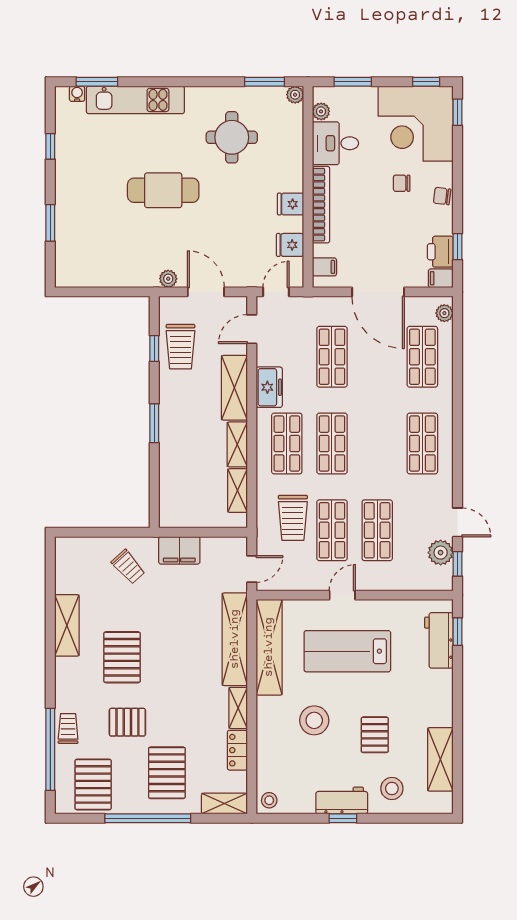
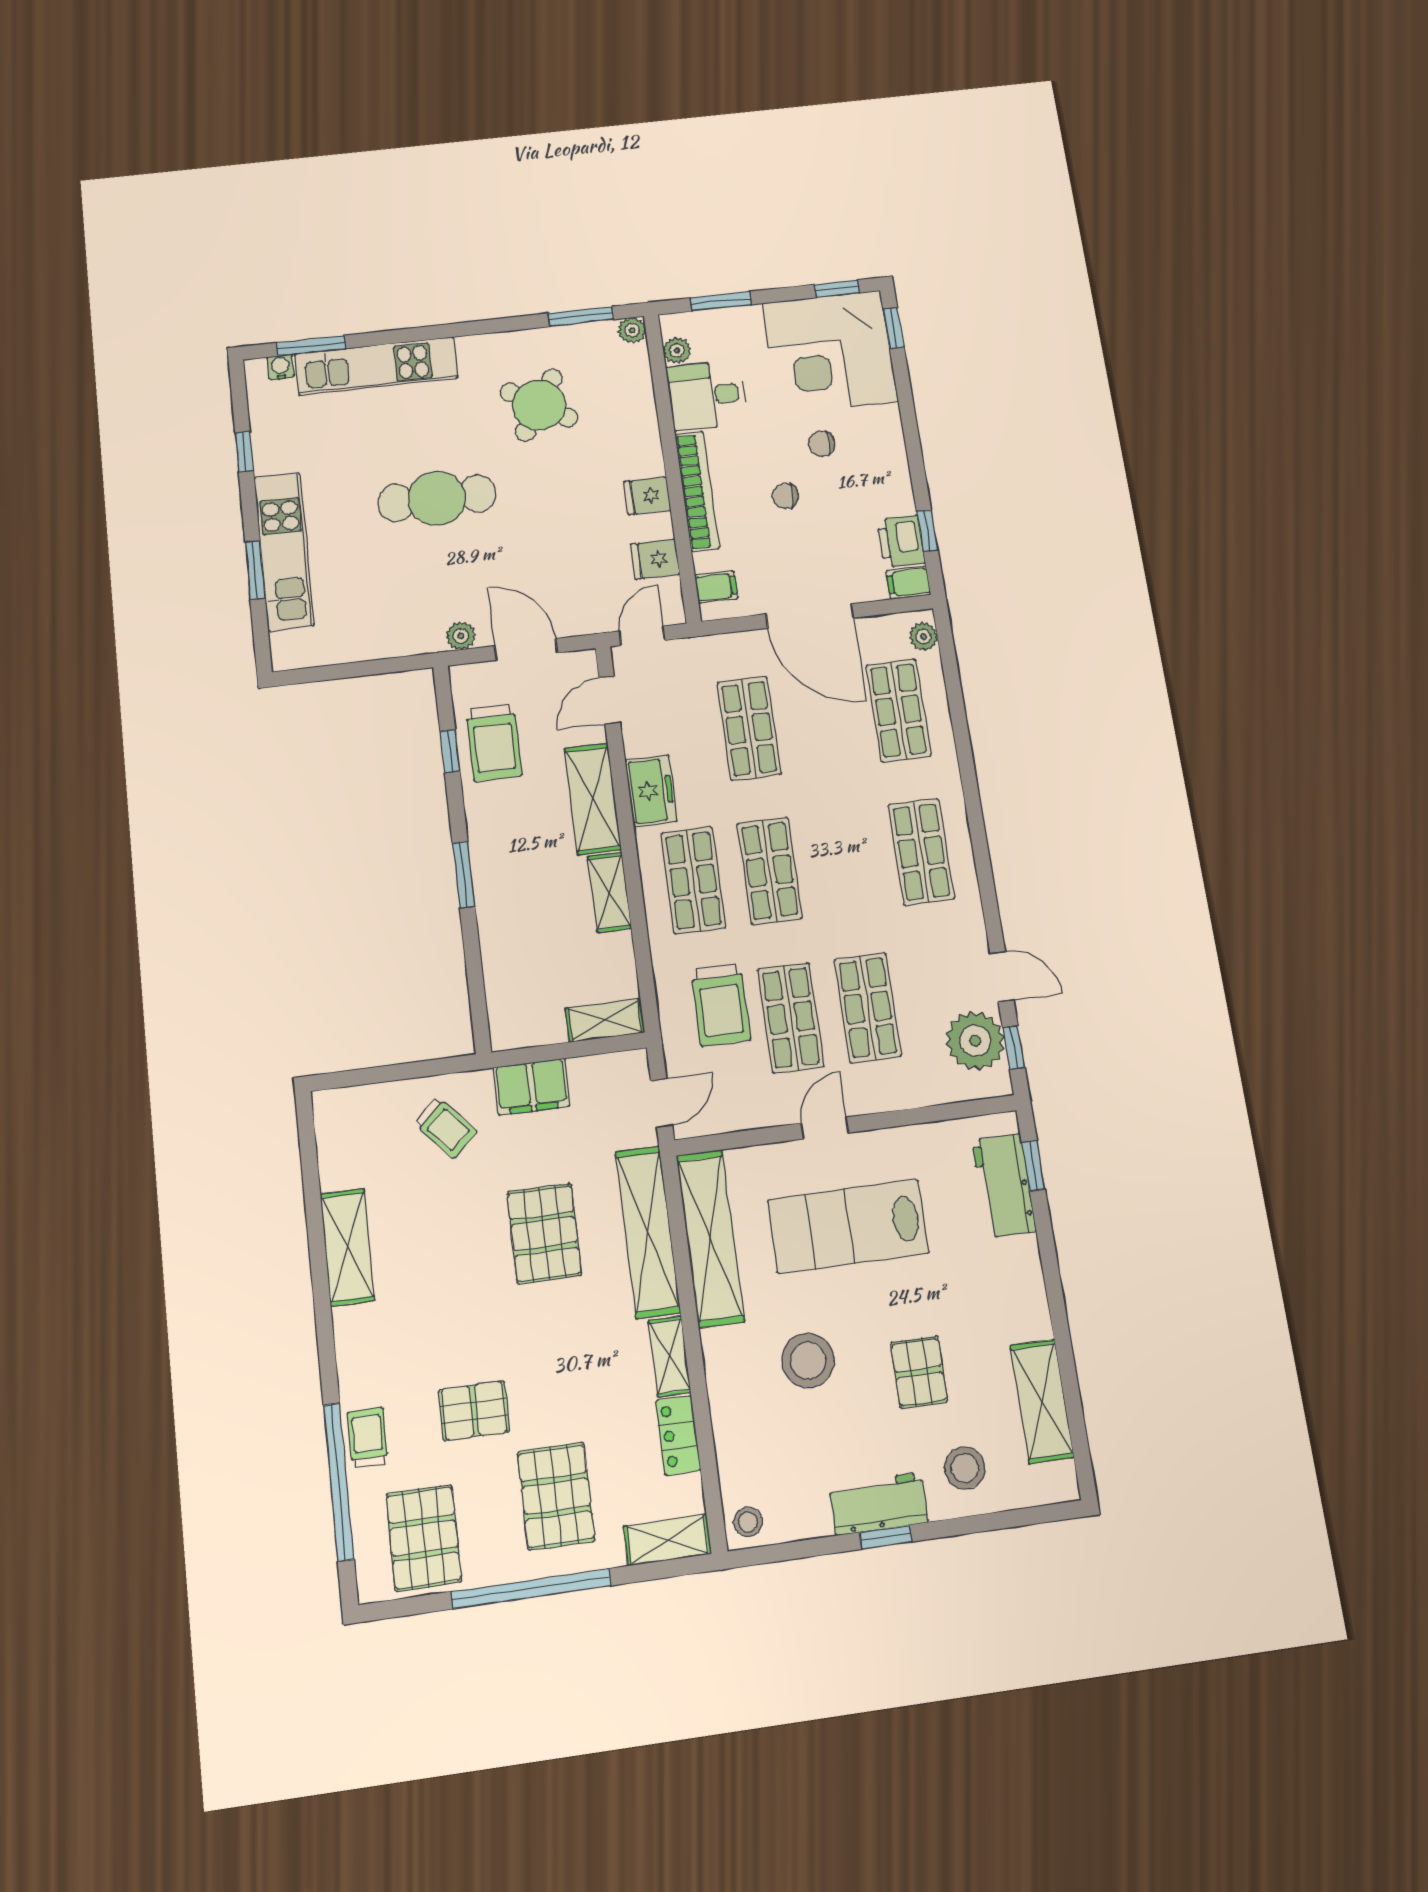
round table: (232, 137) -> (539, 405), turned 32
chair: (442, 196) -> (785, 496), moved
kitchen unit: (68, 213) -> (284, 551), added
shelving: (238, 491) -> (605, 1020), moved, turned 90
plant: (441, 553) -> (975, 1041), width x1.36, depth x1.36
pallet: (122, 657) -> (544, 1234), moved

